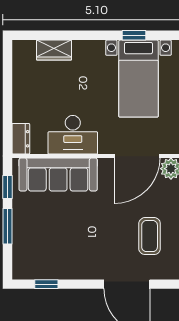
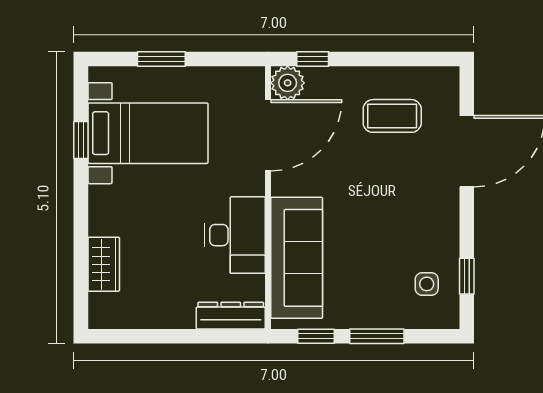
dresser: (21, 139) -> (231, 316), width x1.44
door: (137, 156) -> (268, 135), hinge flipped
side table: (41, 258) -> (427, 284), added

